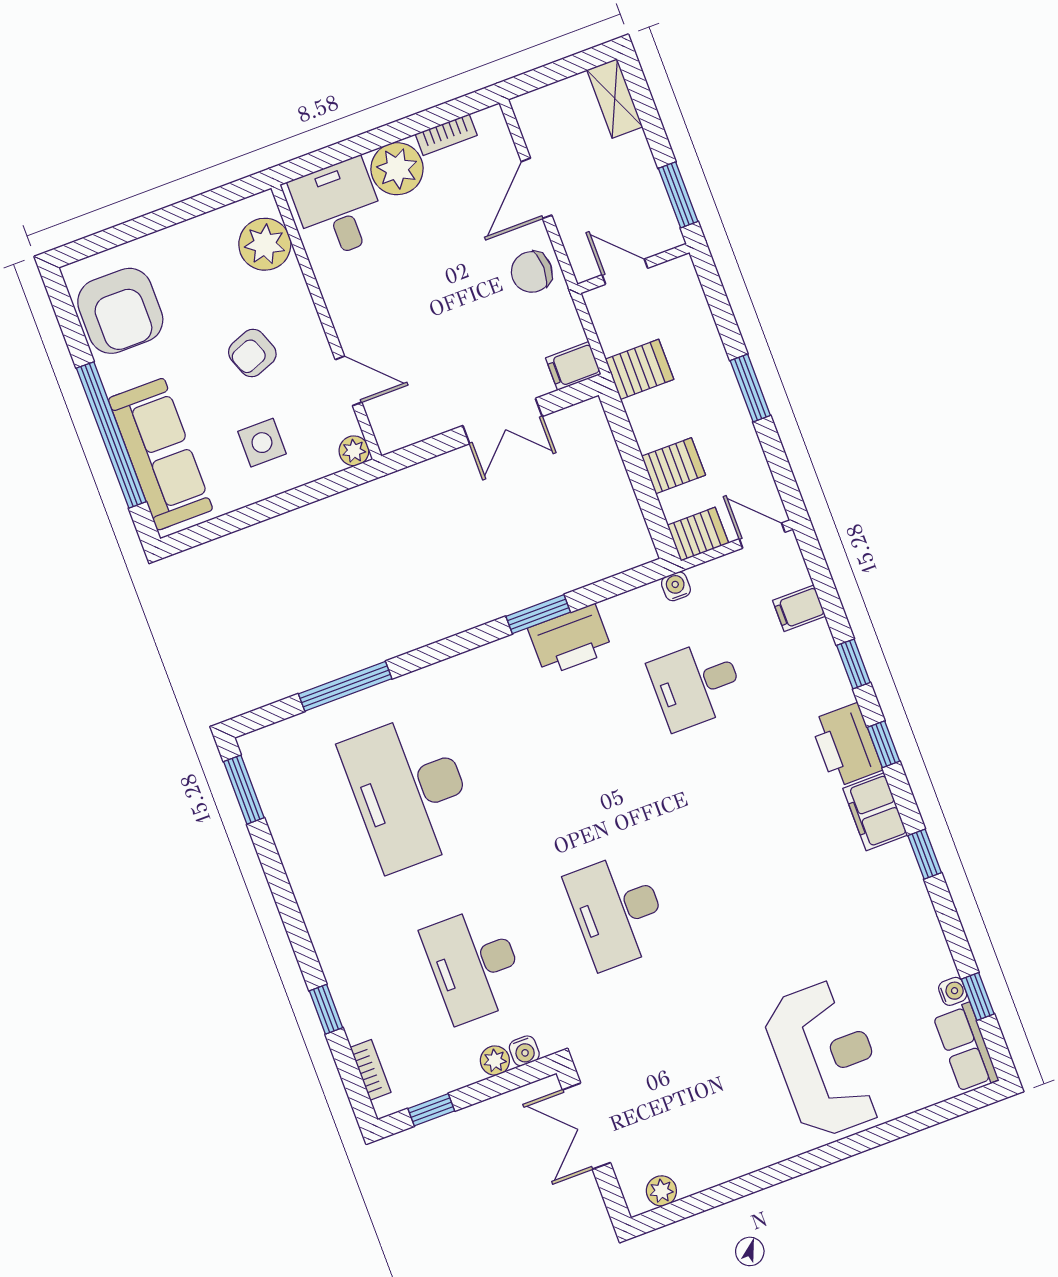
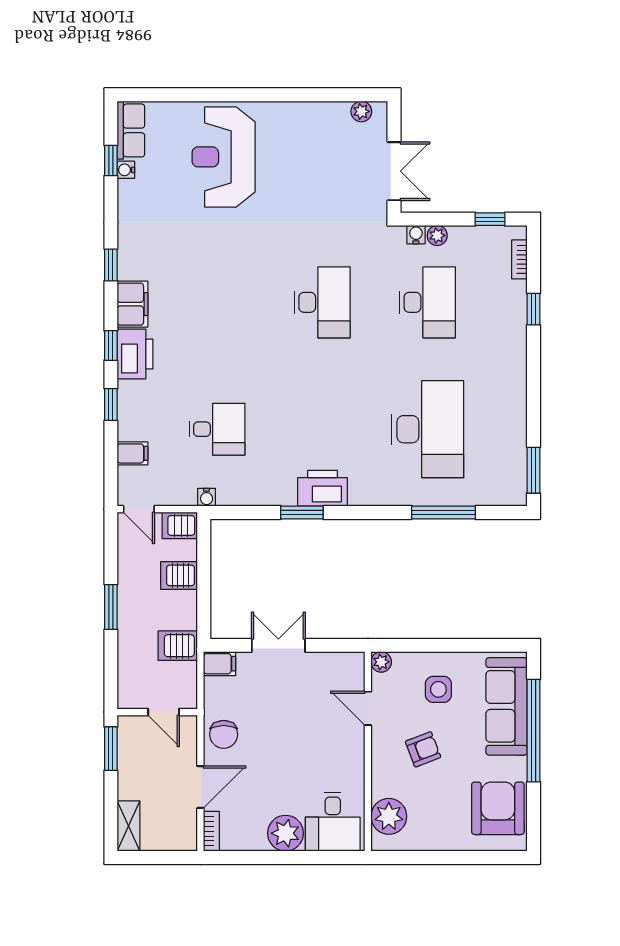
bookcase: (446, 135) -> (211, 831), moved, turned 90
chair: (532, 272) -> (224, 734), turned 90
printer: (570, 640) -> (322, 488), moved

